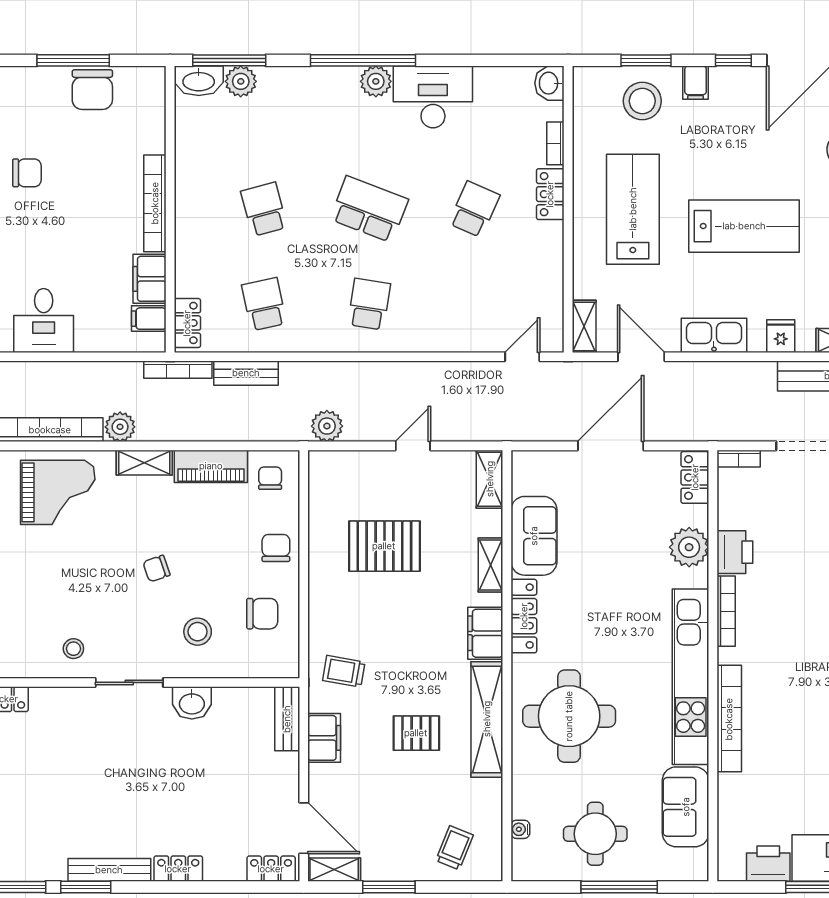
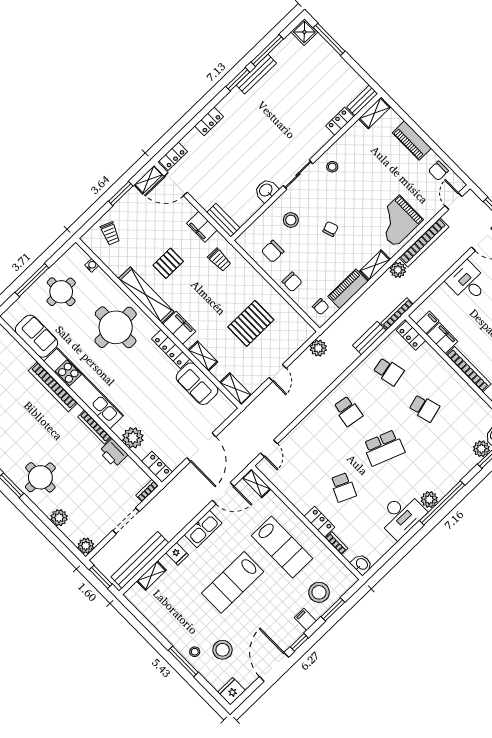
trolley: (344, 671) -> (219, 260), turned 80
bench: (109, 870) -> (256, 74), moved

